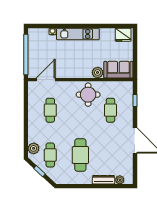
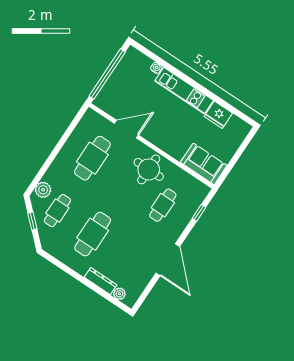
fridge: (123, 35) -> (218, 115), moved
plant: (98, 72) -> (177, 151), removed
door: (46, 80) -> (126, 129), moved
cafe table: (50, 110) -> (92, 158), width x1.37, depth x1.35

